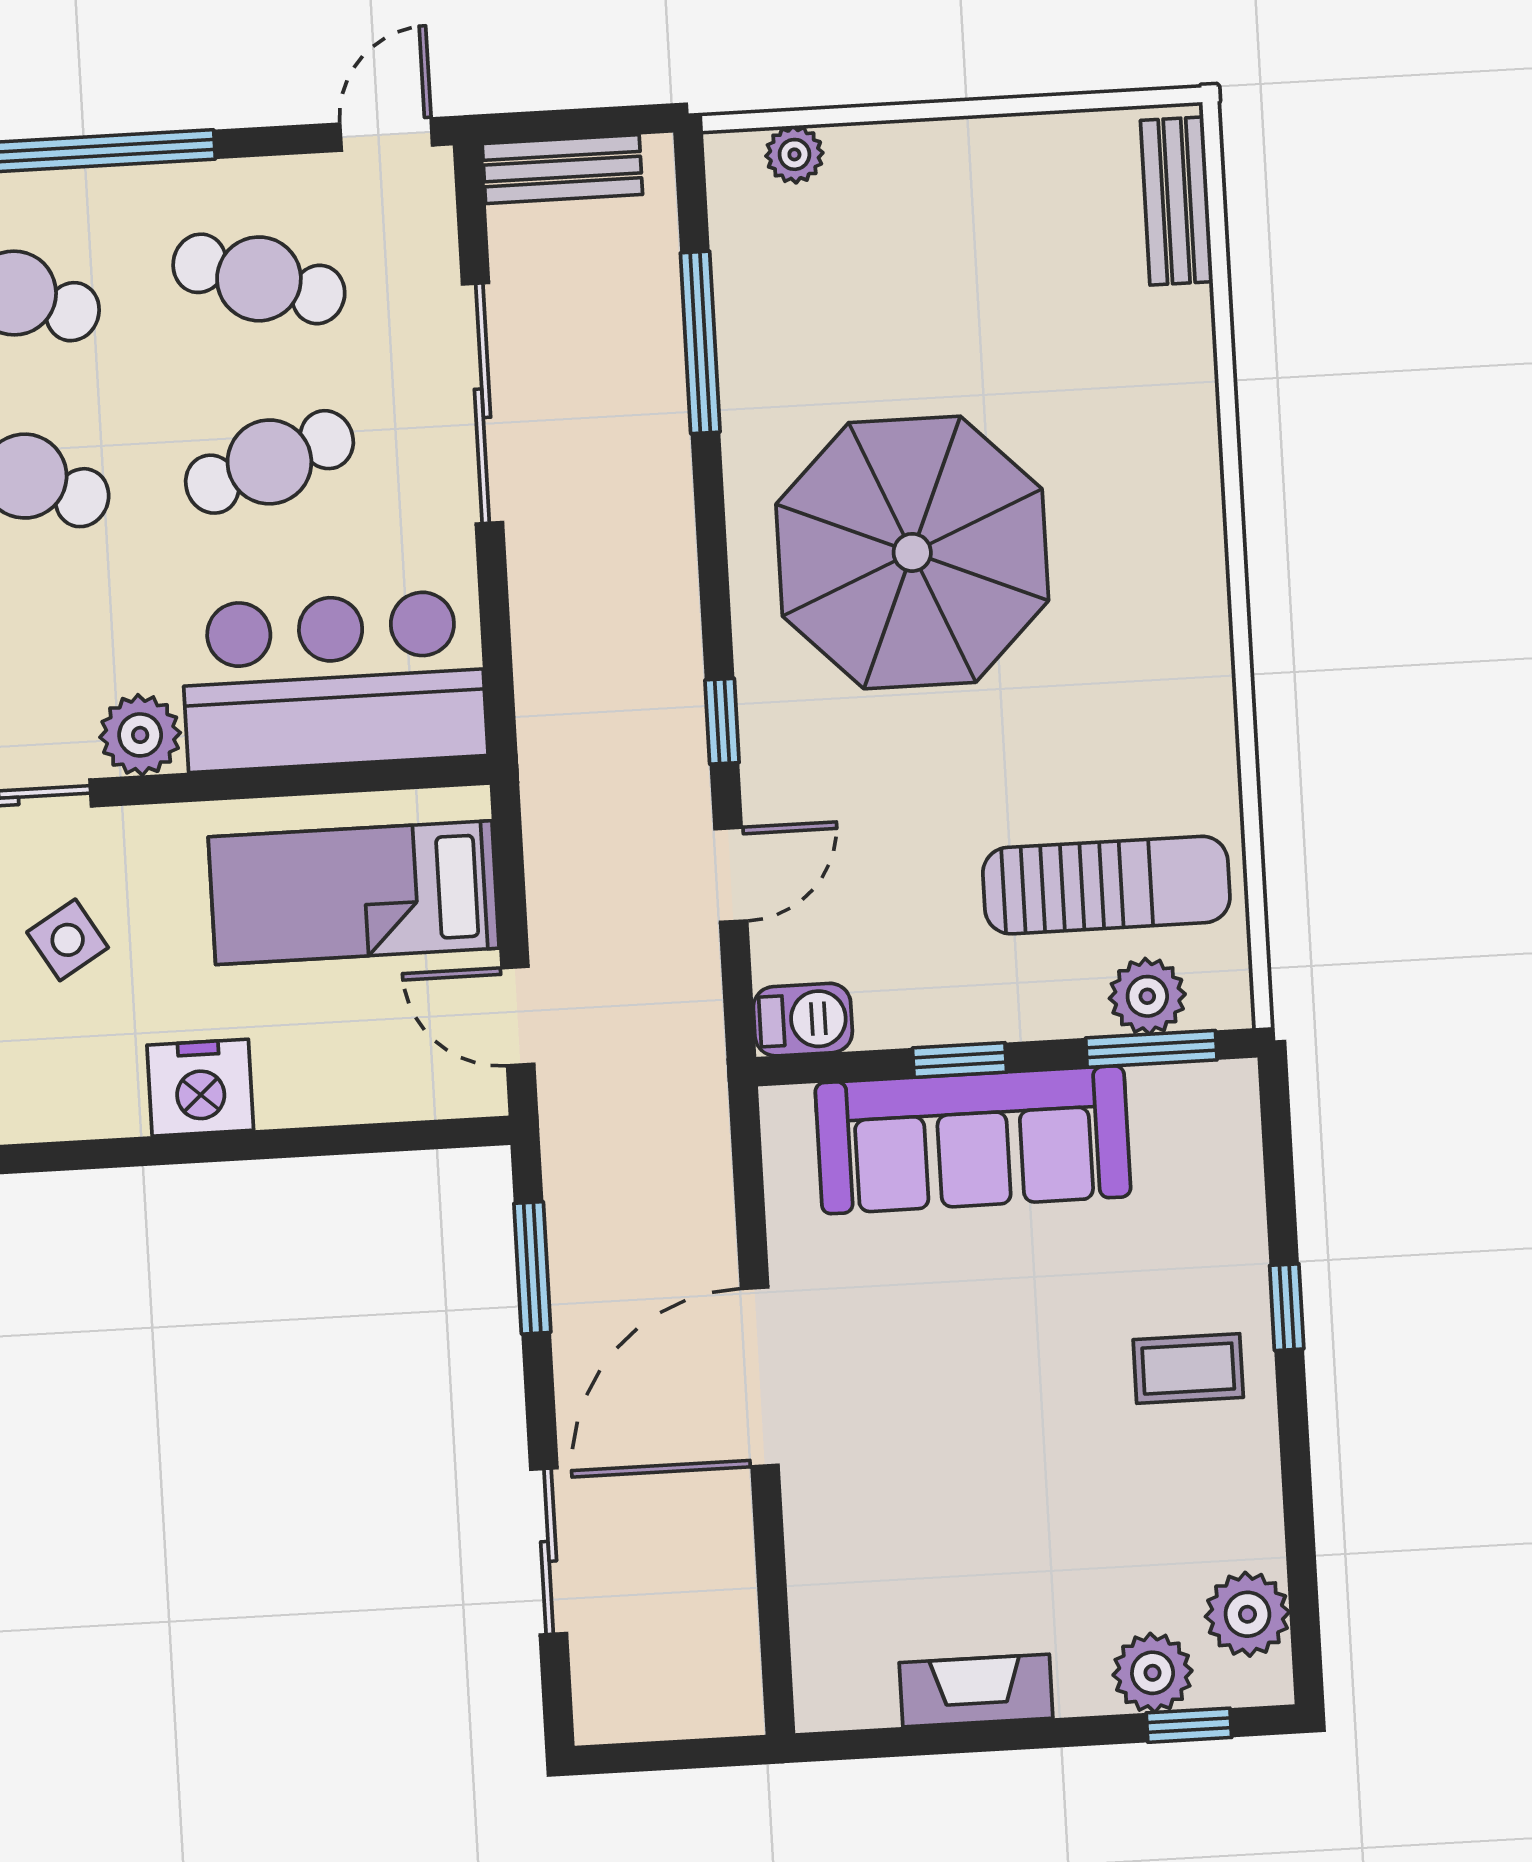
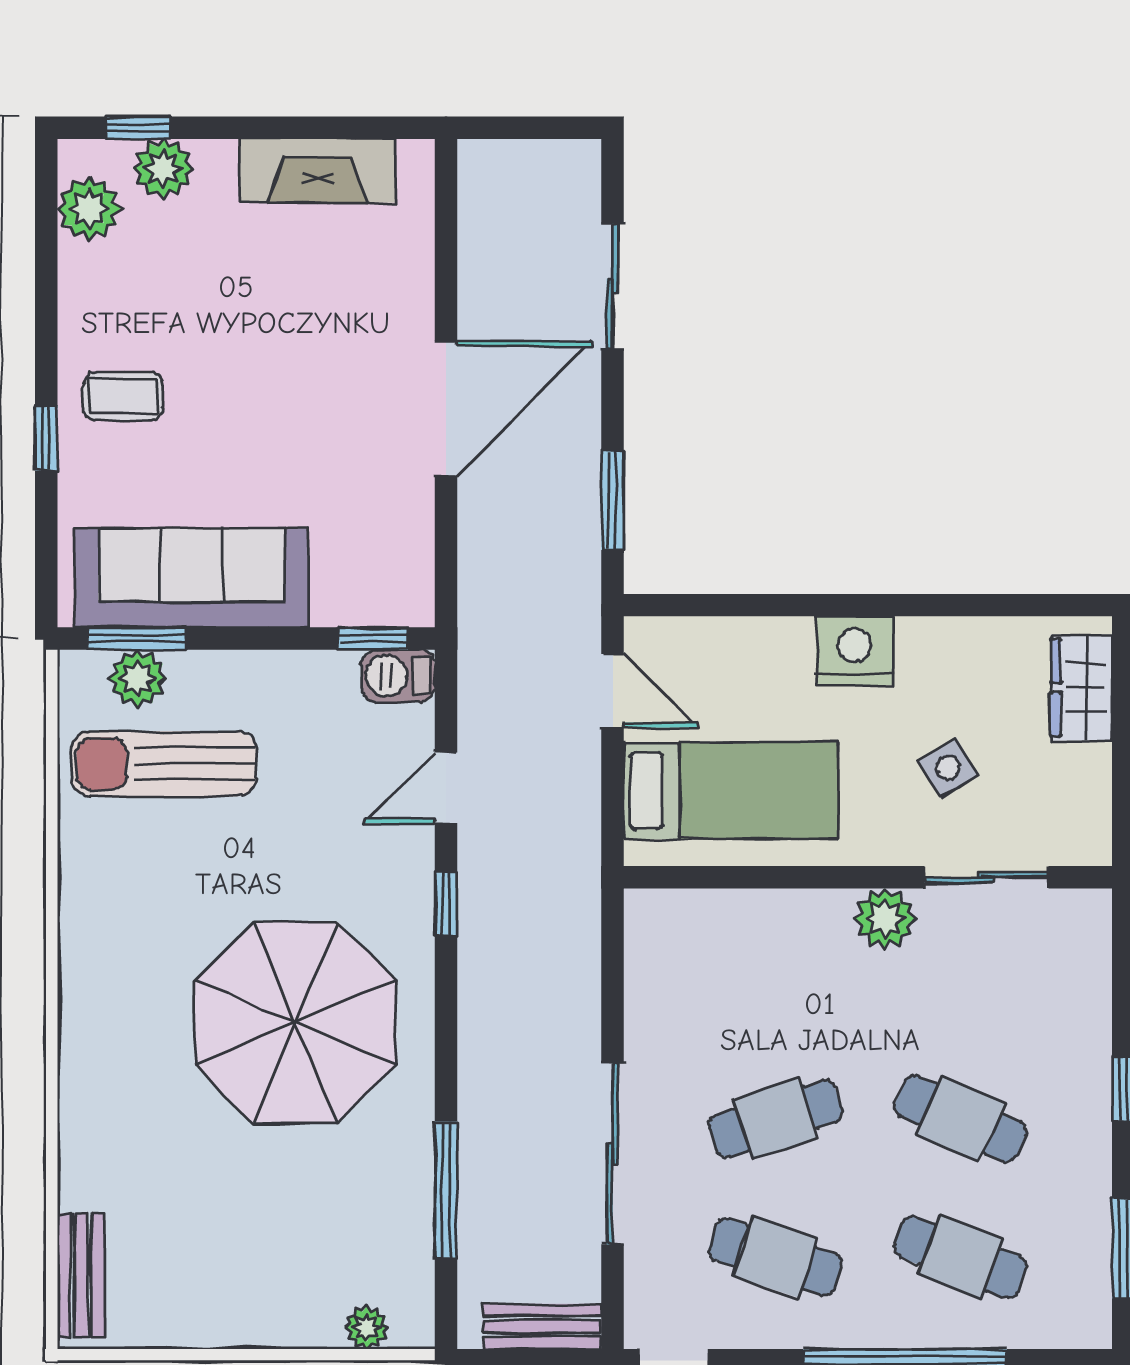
bar counter: (334, 681) -> (737, 951), removed
window: (960, 1060) -> (373, 638), moved
sofa: (973, 1140) -> (192, 578), moved
fireplace: (976, 1690) -> (318, 171), width x1.37, depth x1.32

